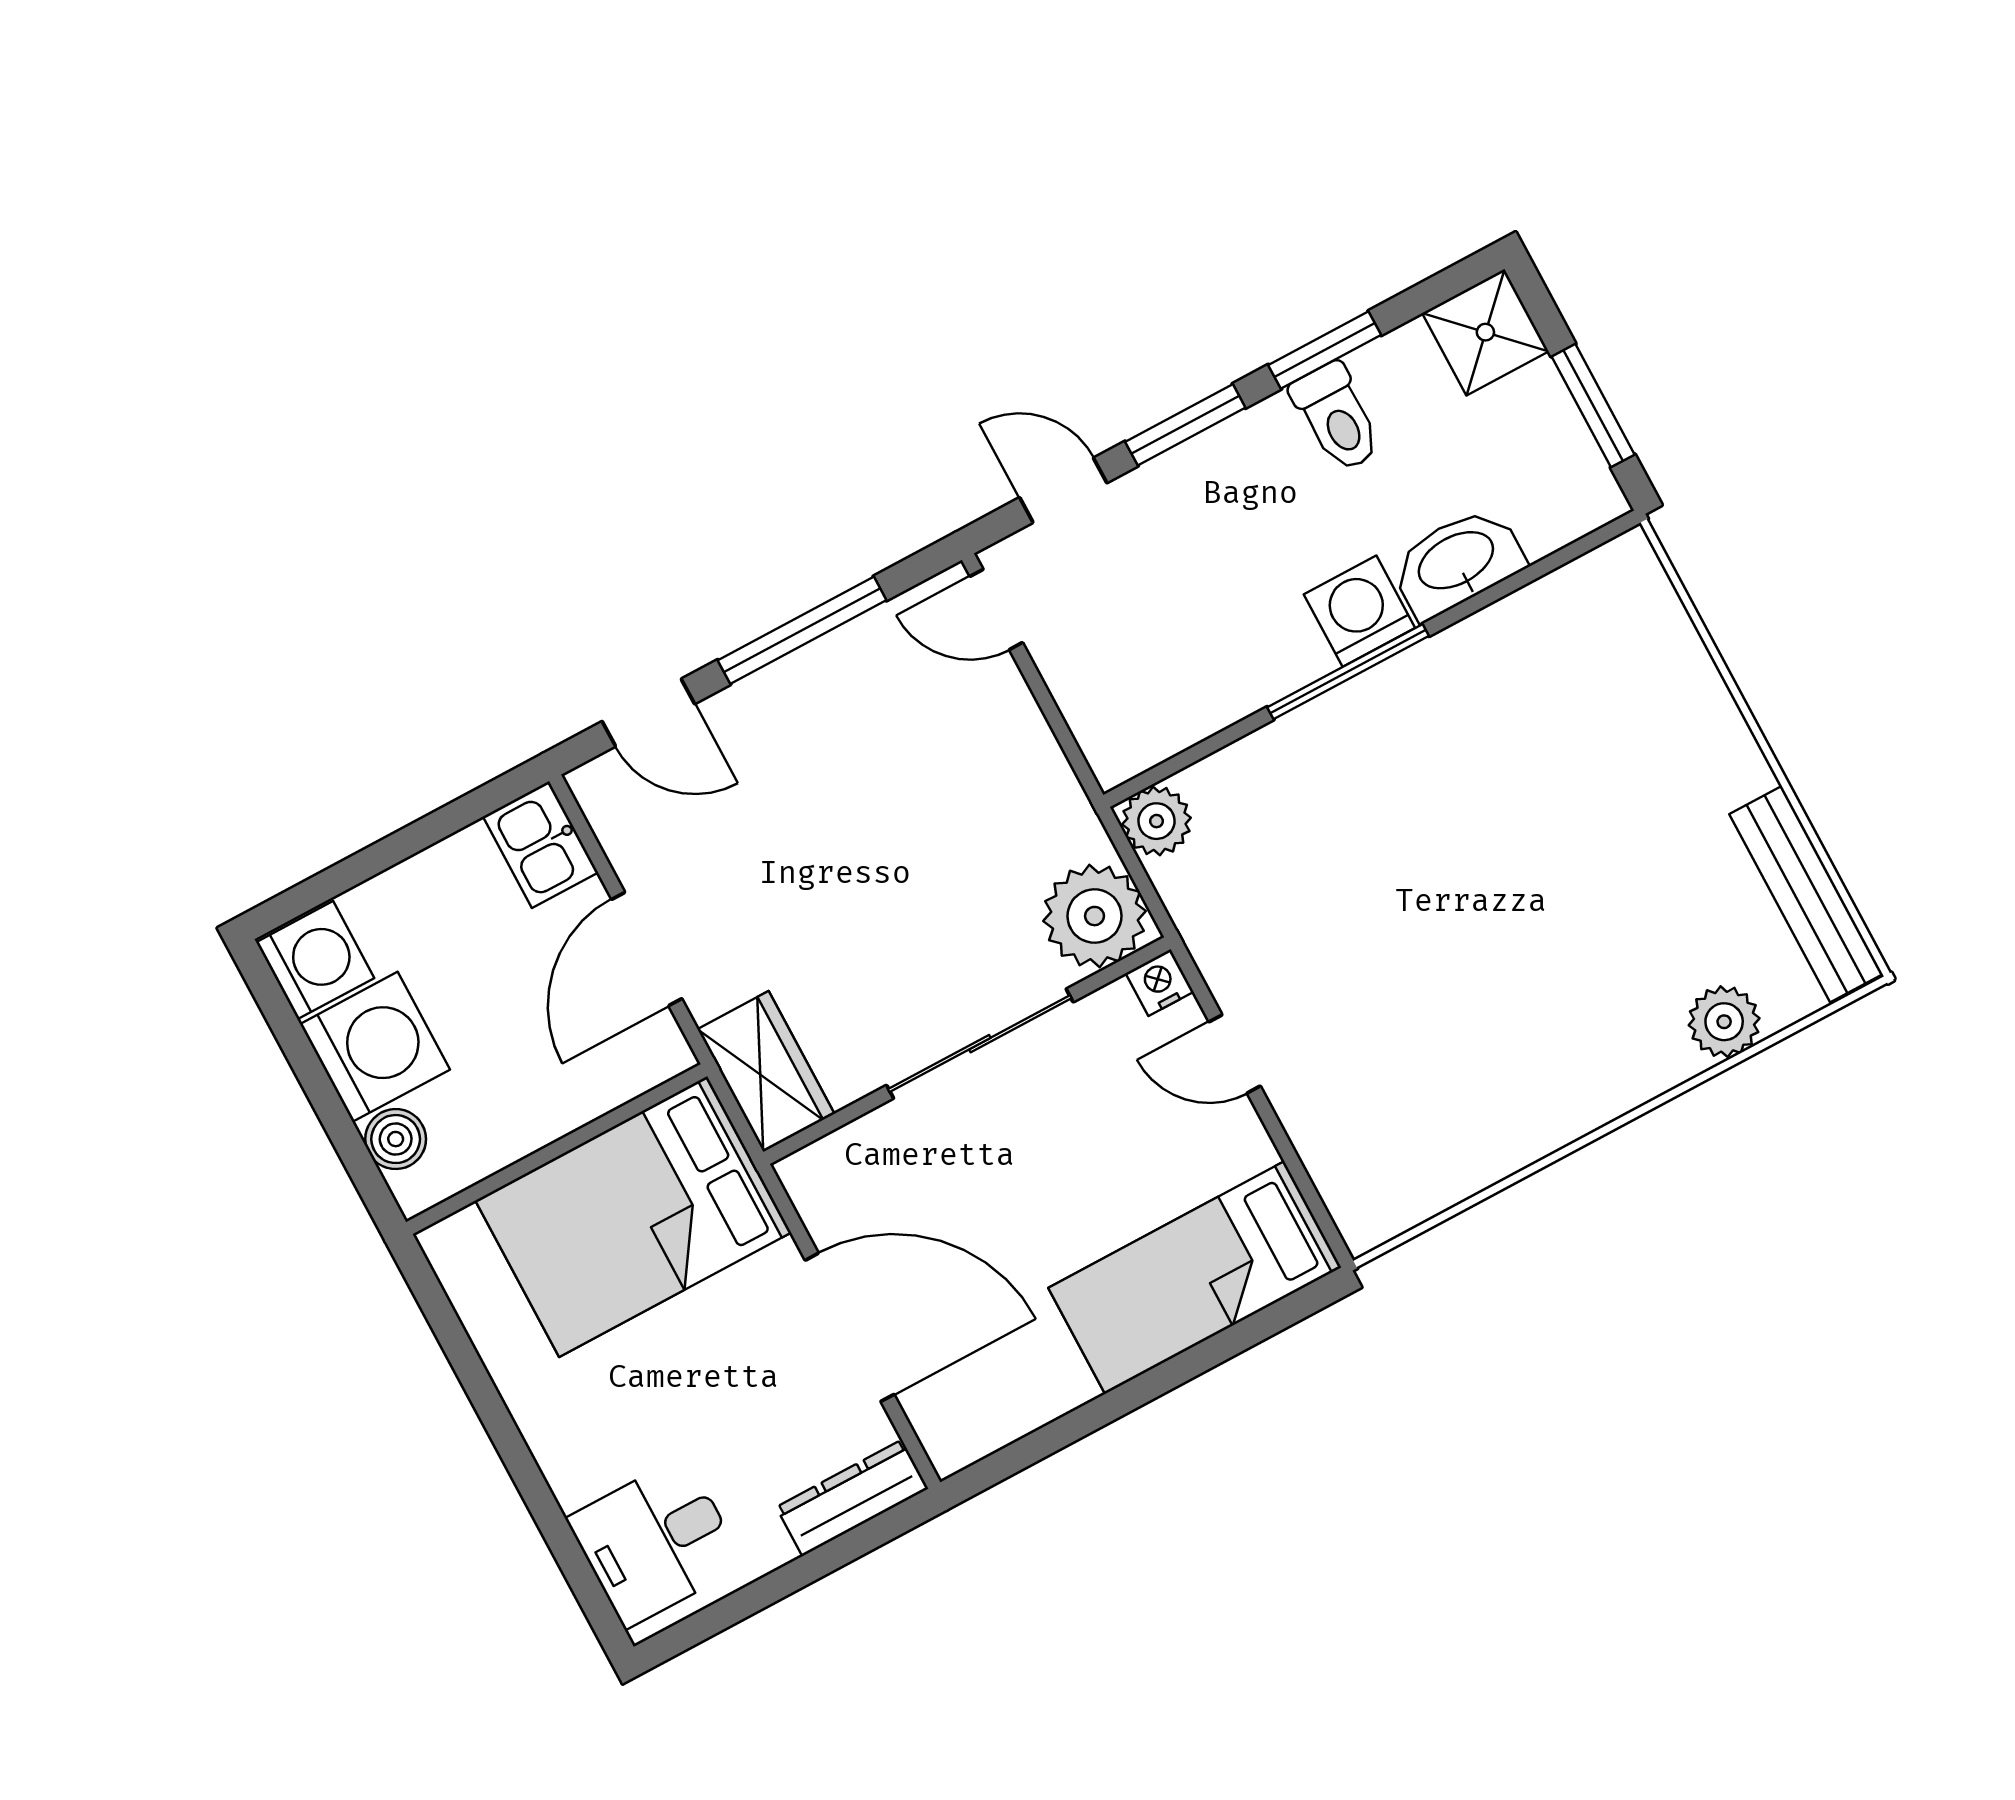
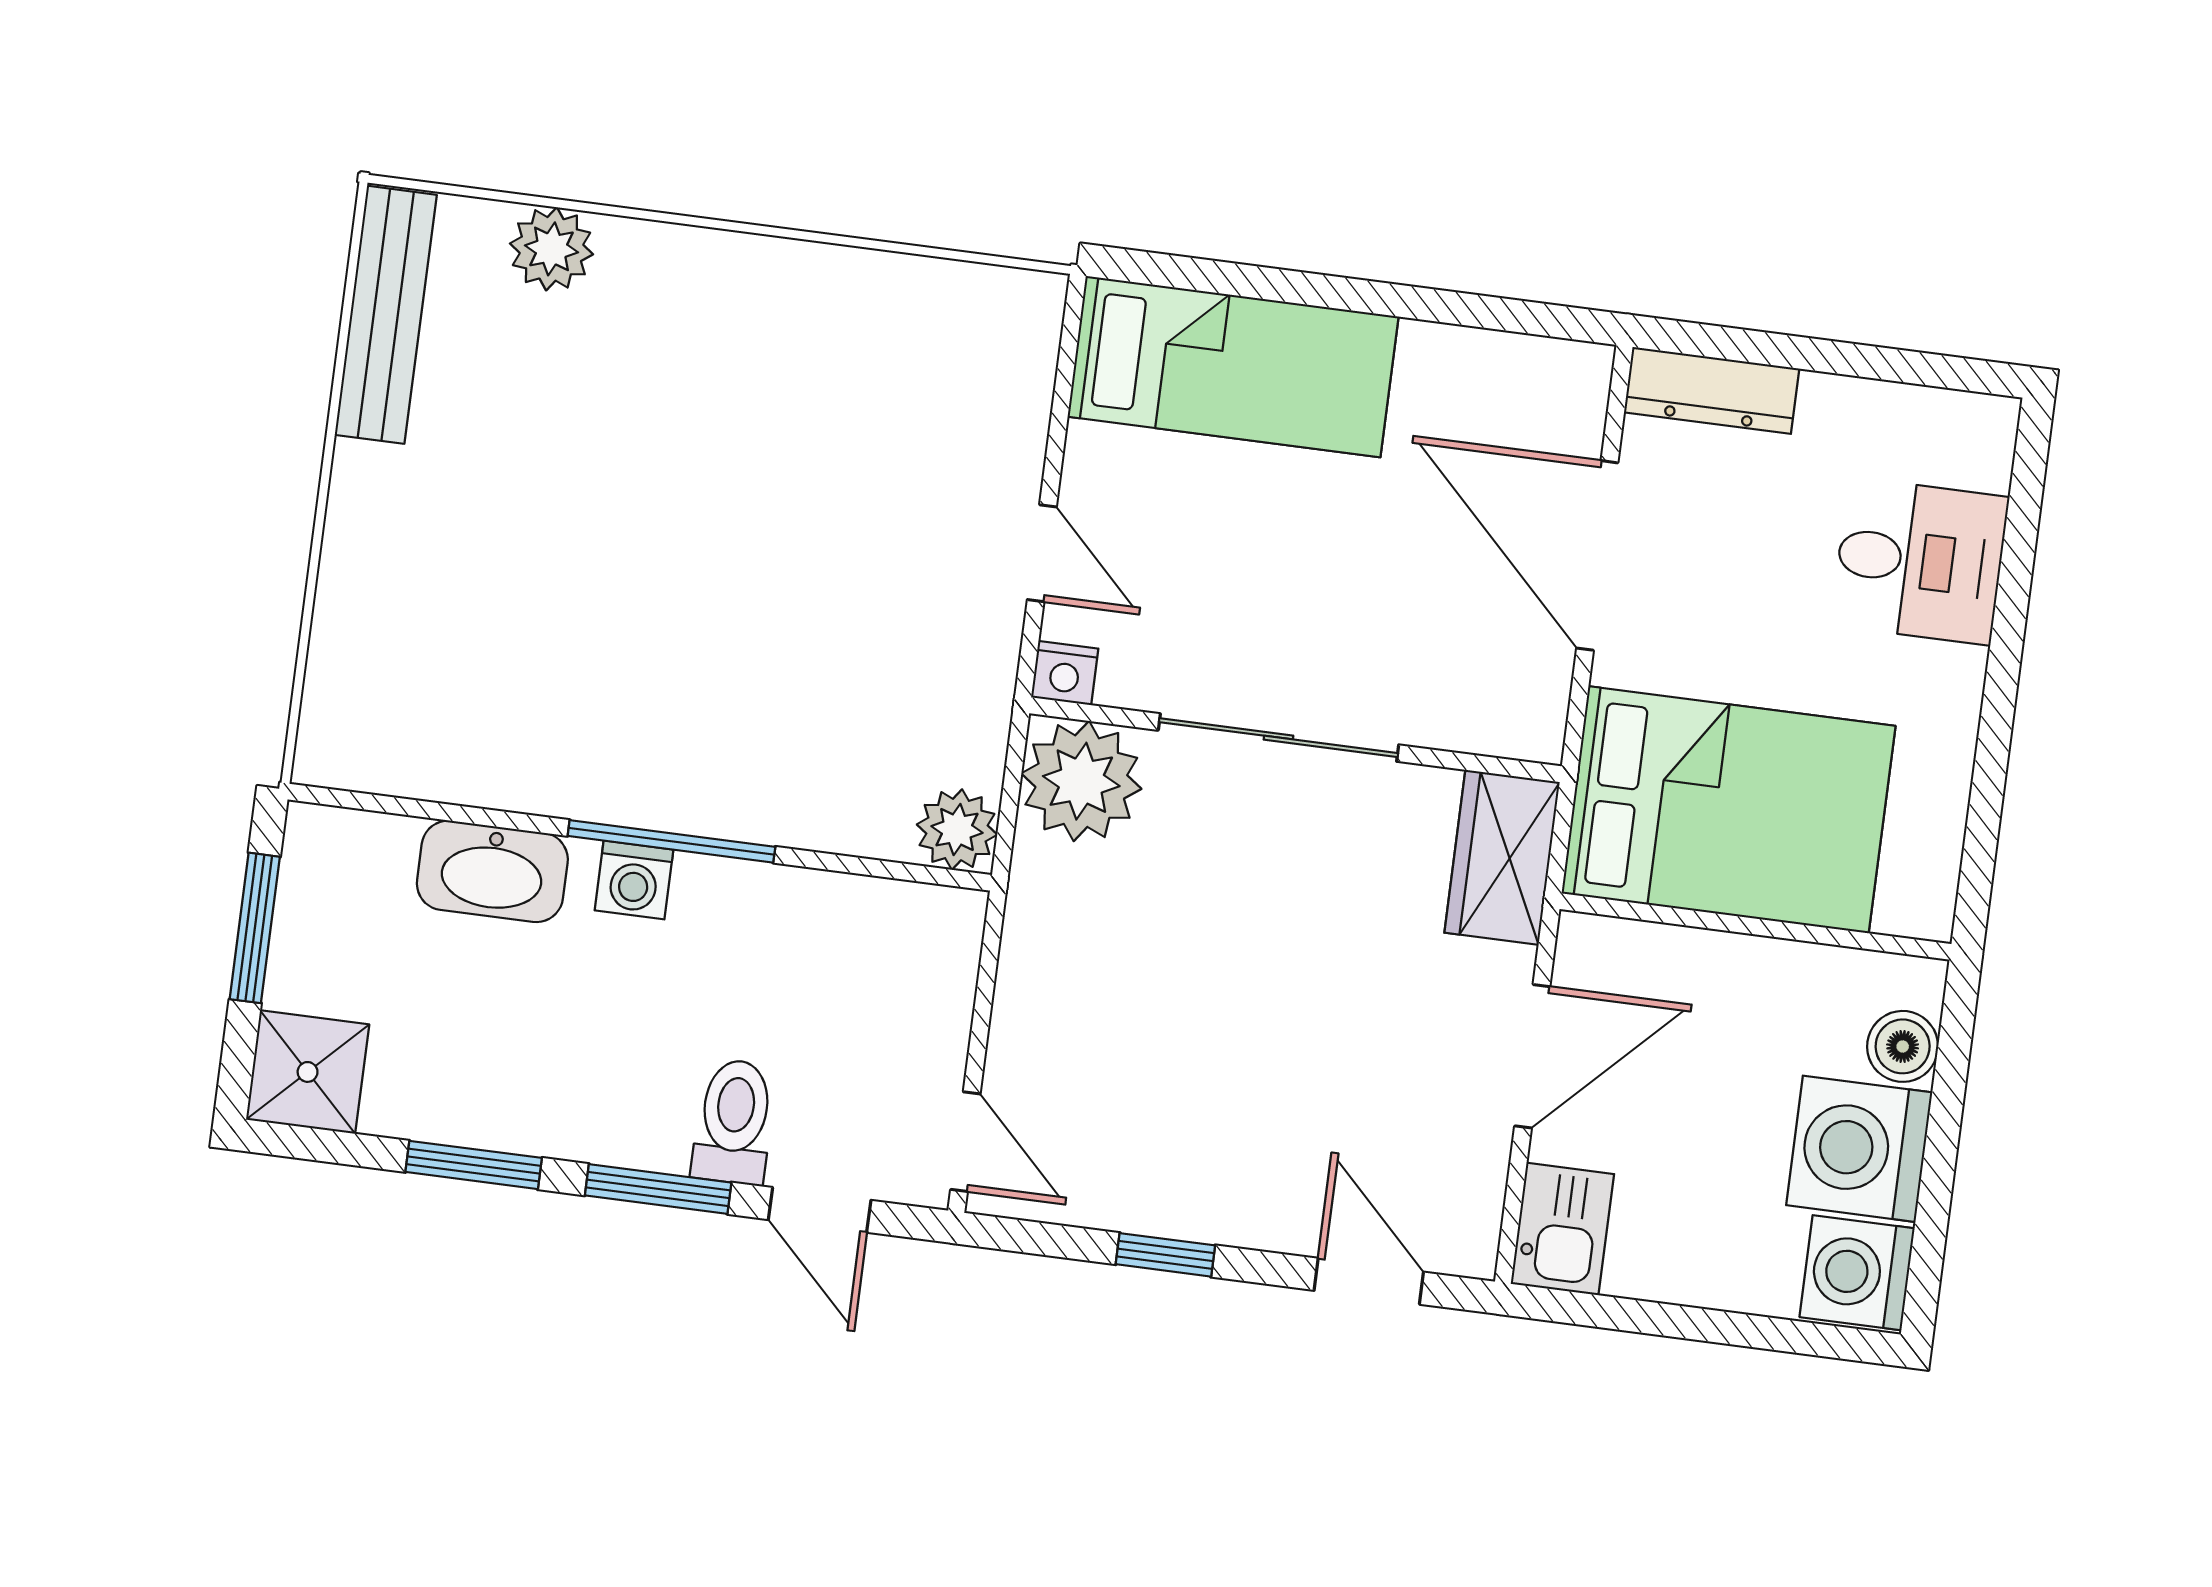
toilet: (1337, 417) -> (734, 1122), moved
washing machine: (1359, 611) -> (634, 880), width x0.73, depth x0.73
window: (802, 630) -> (1165, 1255), width x0.46
desk: (655, 1542) -> (1920, 561), moved

